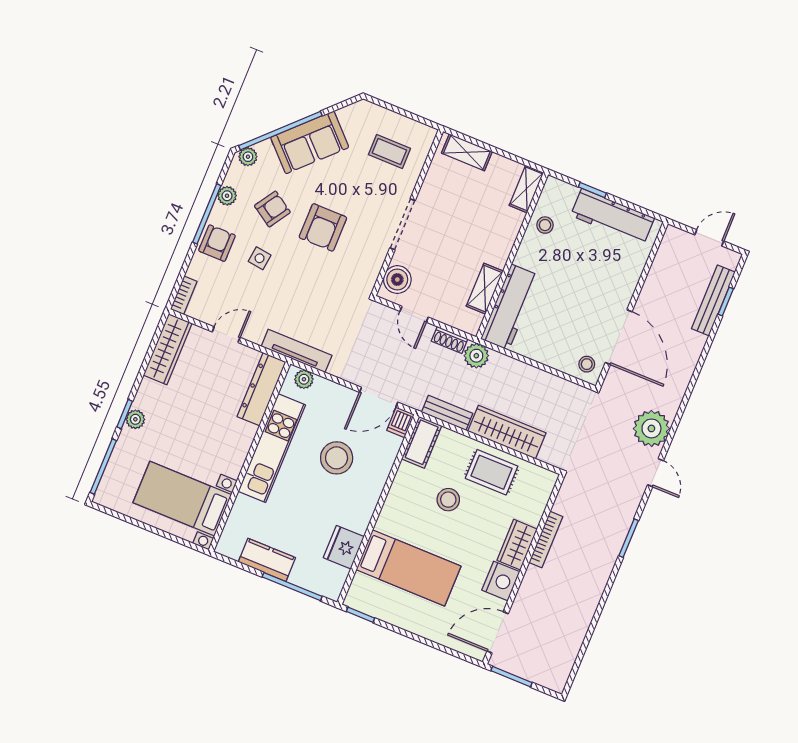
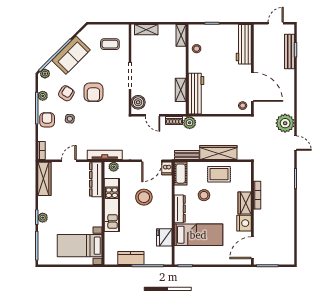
workbench: (613, 217) -> (244, 44), moved, turned 90
dresser: (394, 506) -> (180, 209), added

